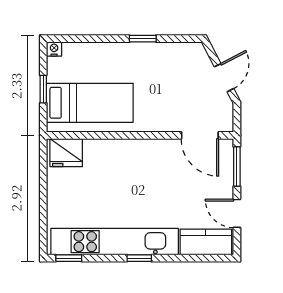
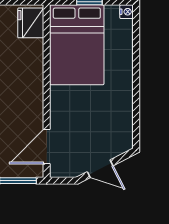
window: (143, 39) -> (136, 94), removed
bed: (90, 103) -> (77, 45), width x1.50

